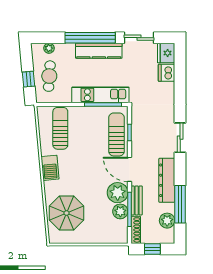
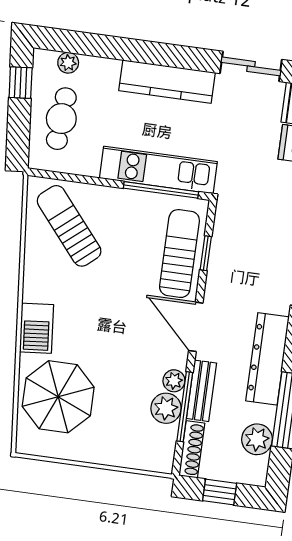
window: (90, 38) -> (153, 53), removed
window: (29, 79) -> (21, 83), moved
sun lounger: (60, 128) -> (69, 226), turned -40
barbecue: (50, 168) -> (37, 328), moved
plant: (118, 193) -> (174, 381), width x0.53, depth x0.53

